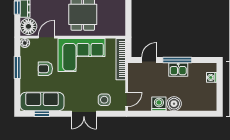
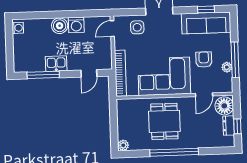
plant: (25, 43) -> (227, 67), moved
window: (177, 60) -> (43, 75), moved
window: (17, 68) -> (235, 60), width x1.44
armchair: (45, 69) -> (204, 60), turned -90
washing machine: (212, 77) -> (18, 28), moved

